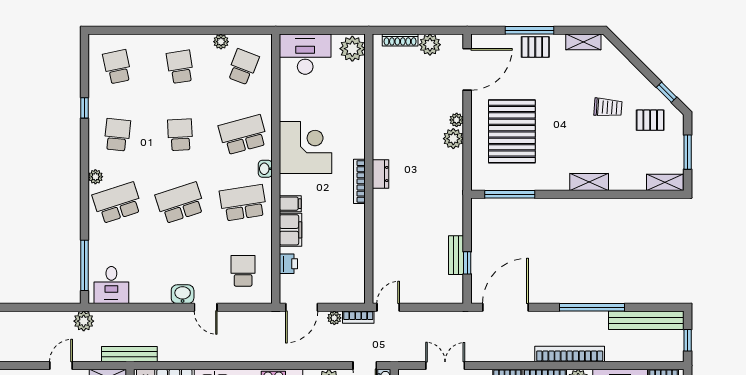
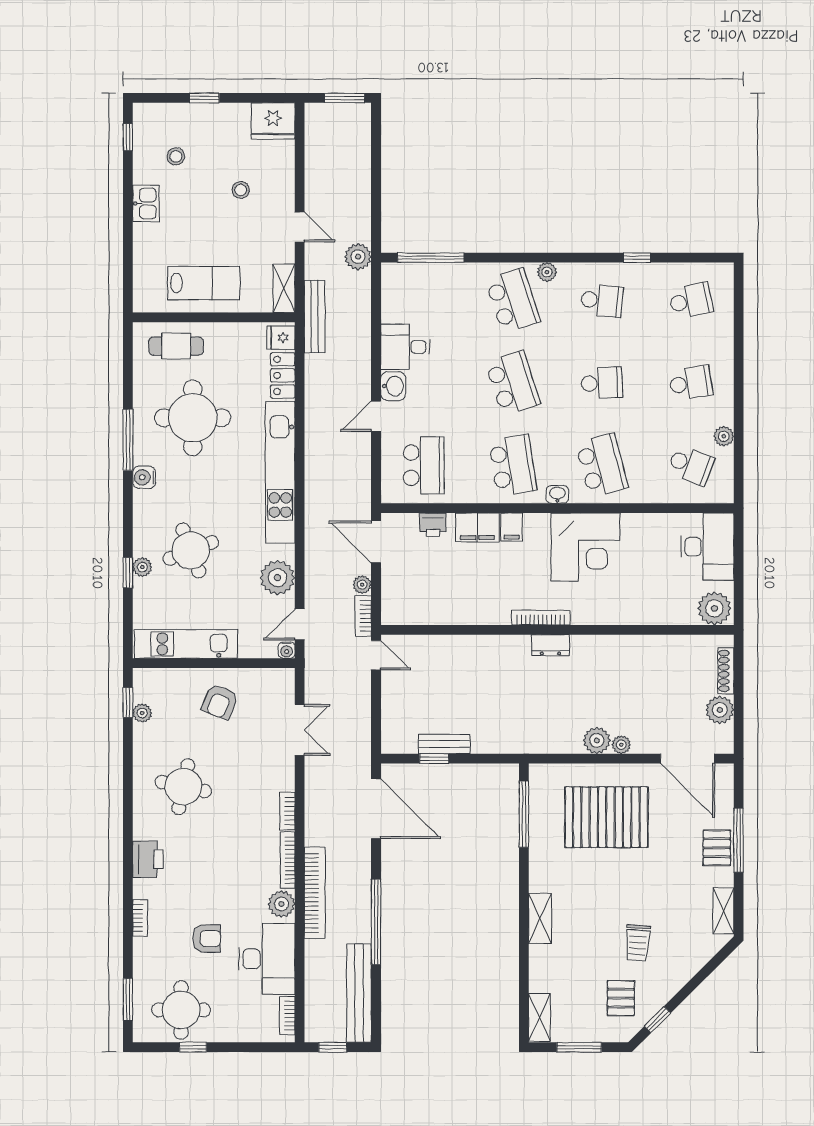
school desk: (243, 271) -> (424, 465), width x1.85
desk: (111, 285) -> (405, 347), moved

